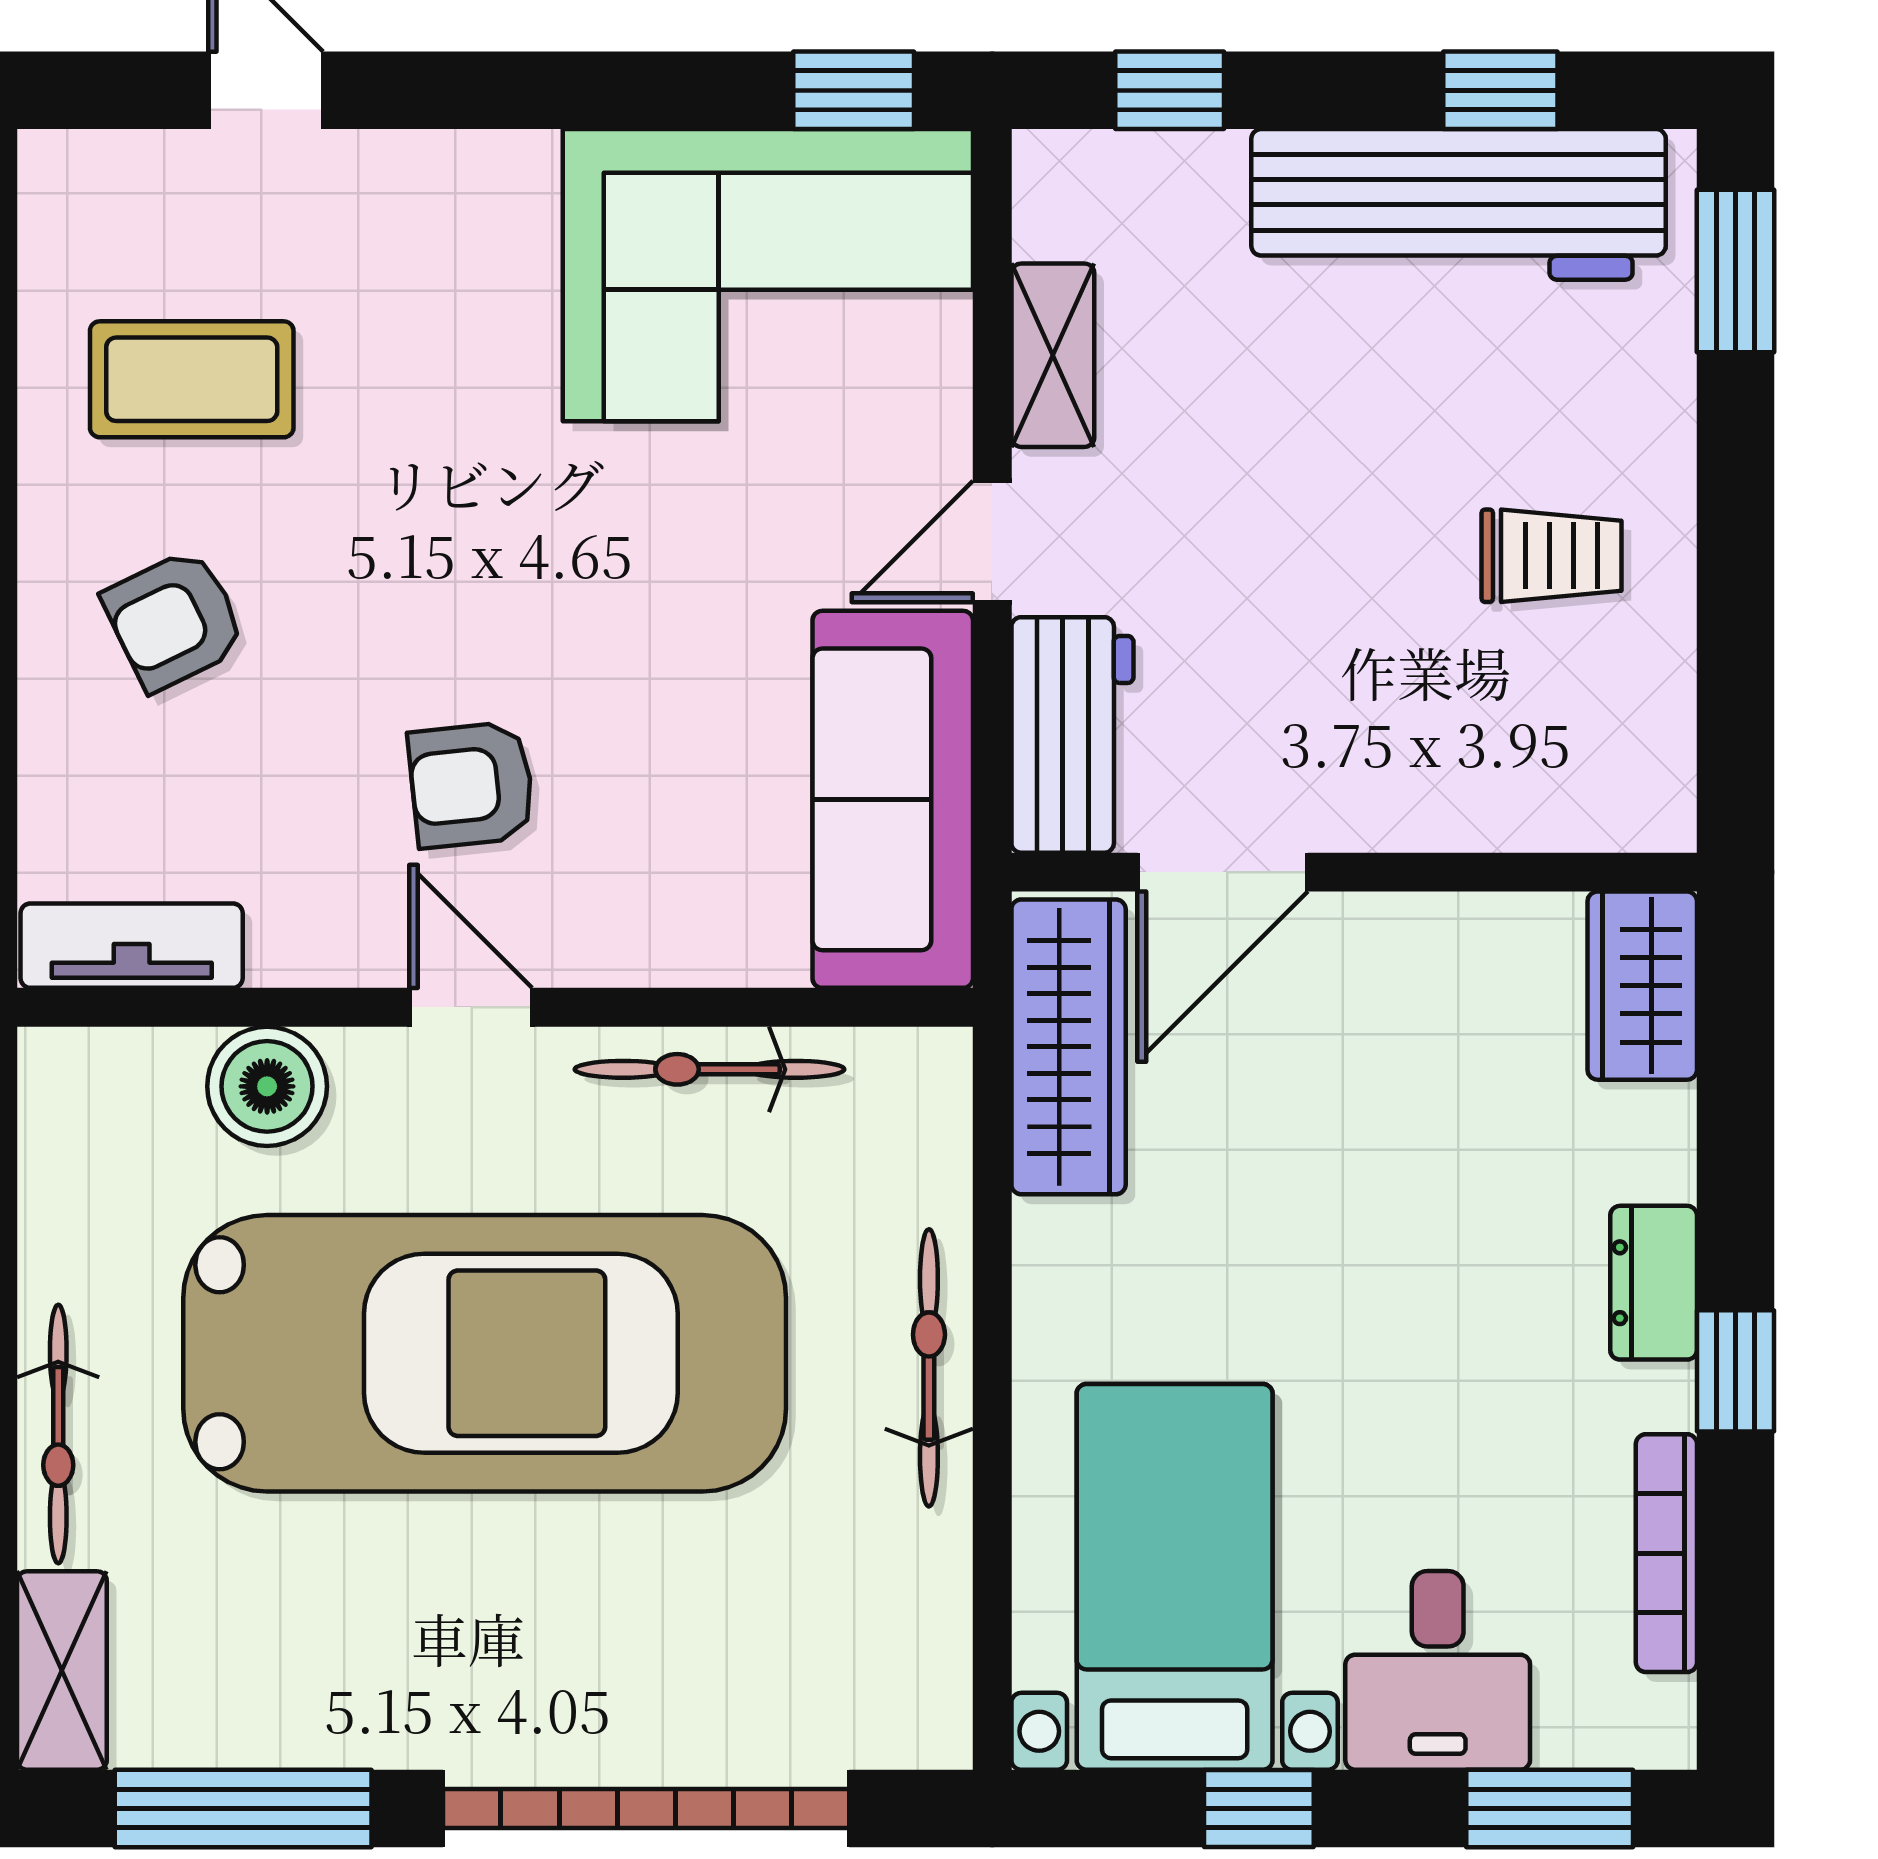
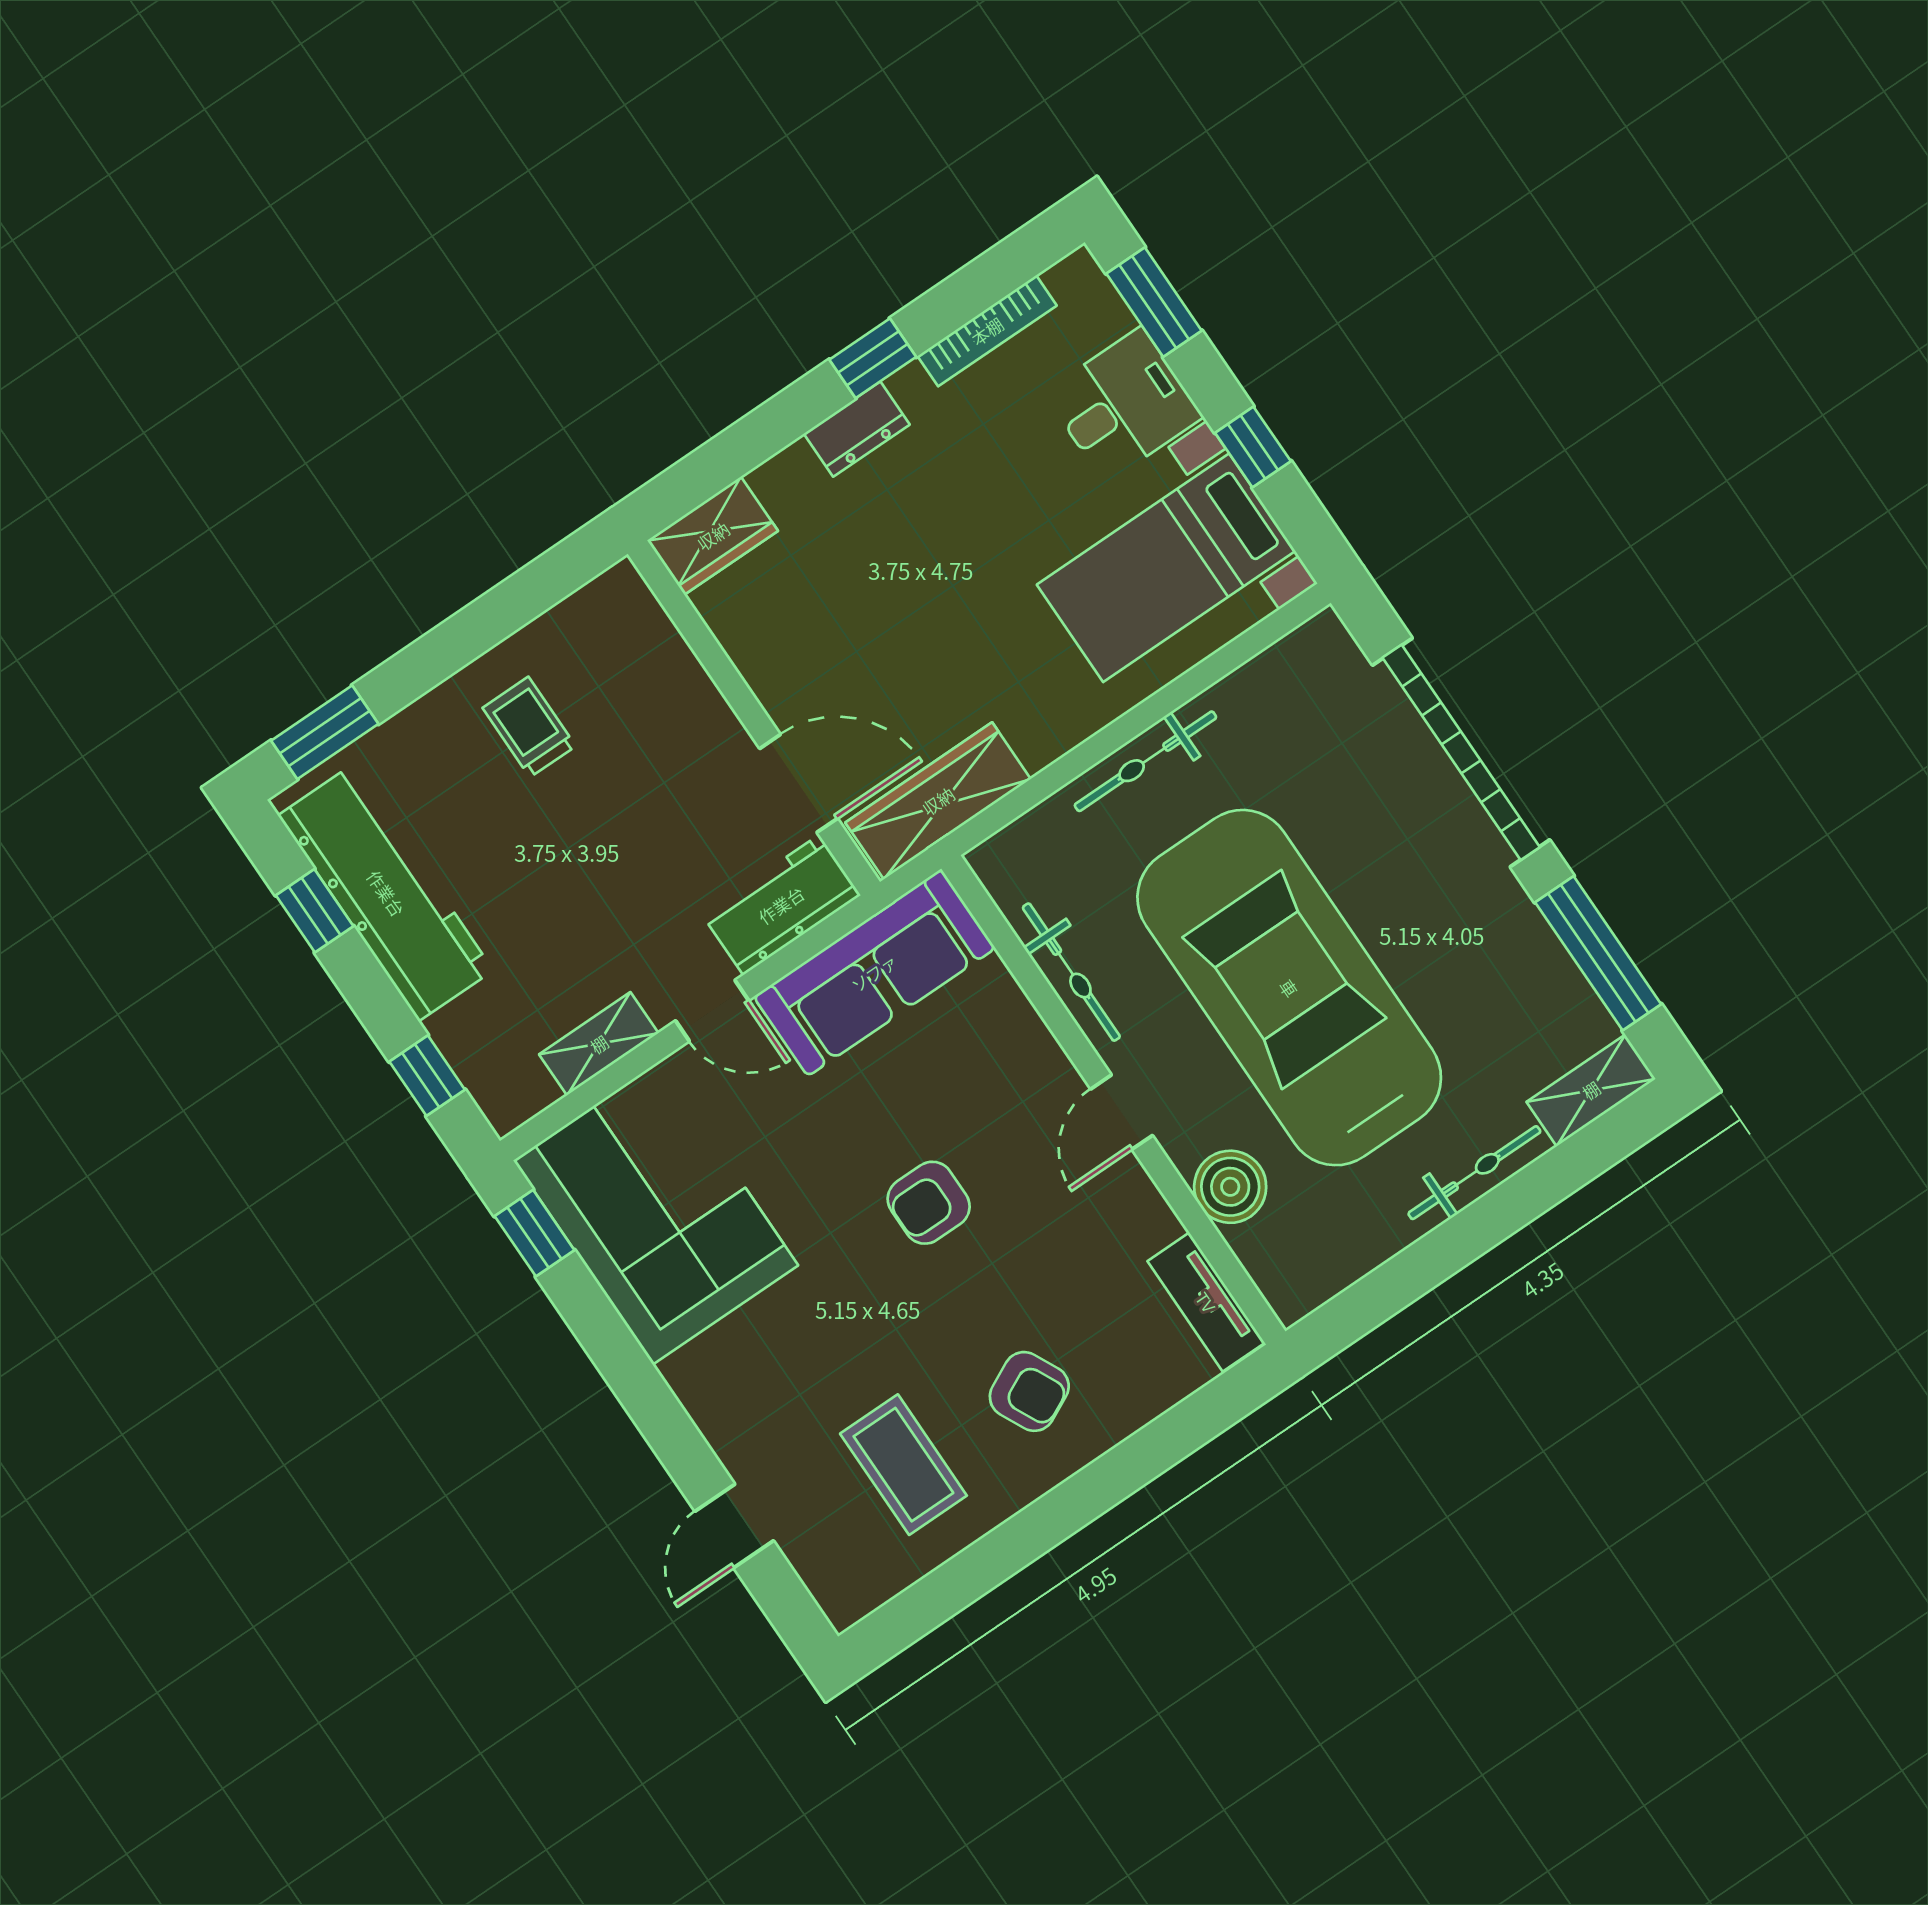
armchair: (471, 785) -> (929, 1203), moved, turned 96

